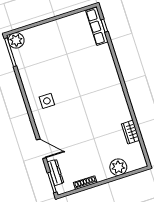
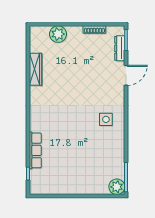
row of seats: (97, 26) -> (35, 150), moved
wardrobe: (131, 132) -> (35, 69), width x1.50
door: (41, 149) -> (126, 75), swing flipped

